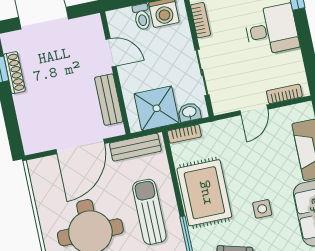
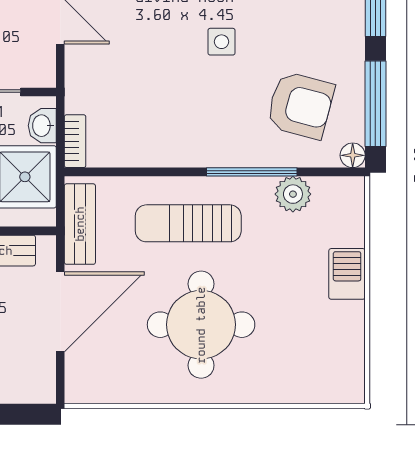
door: (80, 147) -> (60, 312), hinge flipped
rug: (204, 193) -> (176, 129), removed

